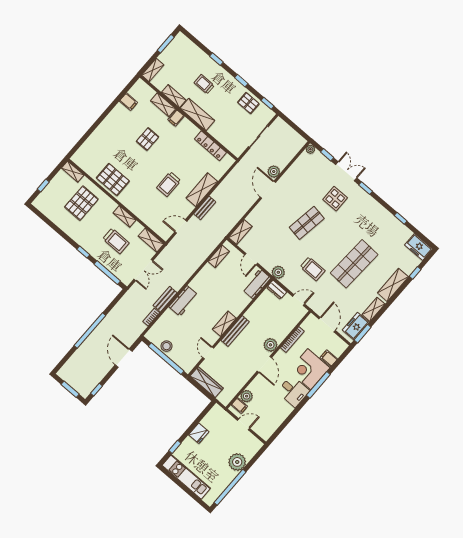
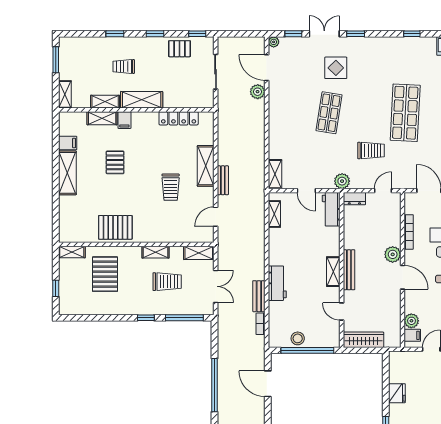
shelving: (112, 120) -> (67, 173), added
door: (268, 190) -> (267, 68), moved

